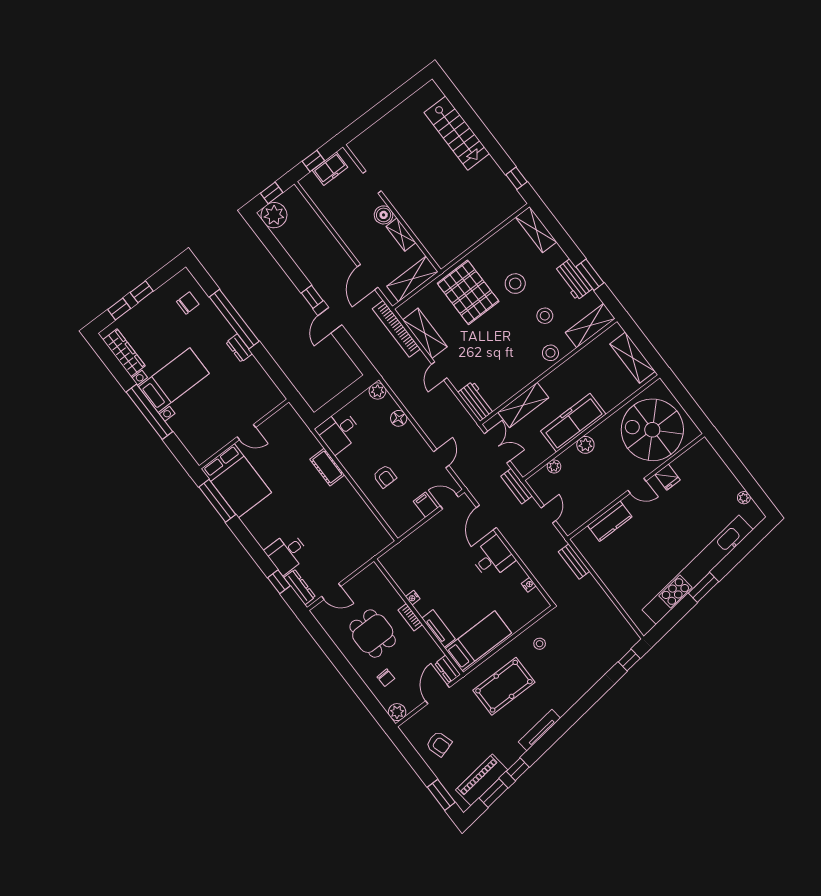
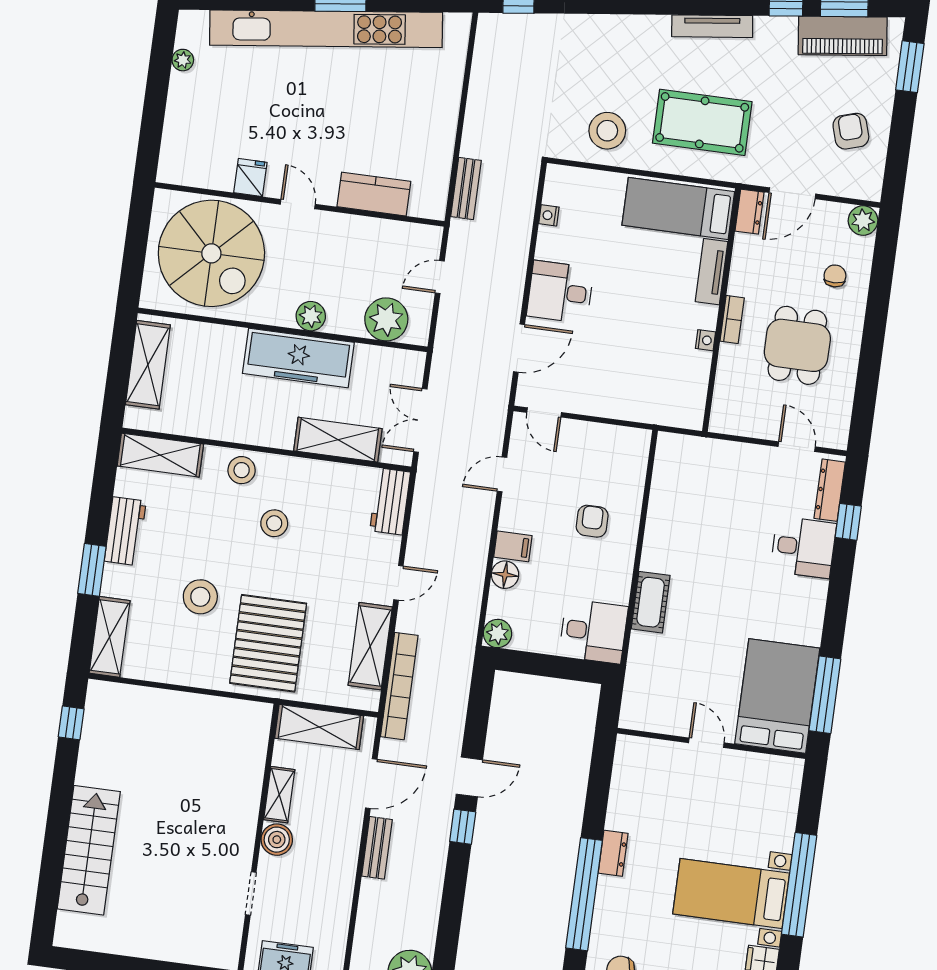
window: (590, 275) -> (92, 570), moved
stool: (545, 316) -> (274, 523), moved
plant: (554, 466) -> (386, 319), width x1.88, depth x1.88
bench: (517, 486) -> (377, 848), moved
filing cabinet: (426, 505) -> (513, 546), moved, turned -90
stool: (540, 644) -> (607, 131), width x1.89, depth x1.89

